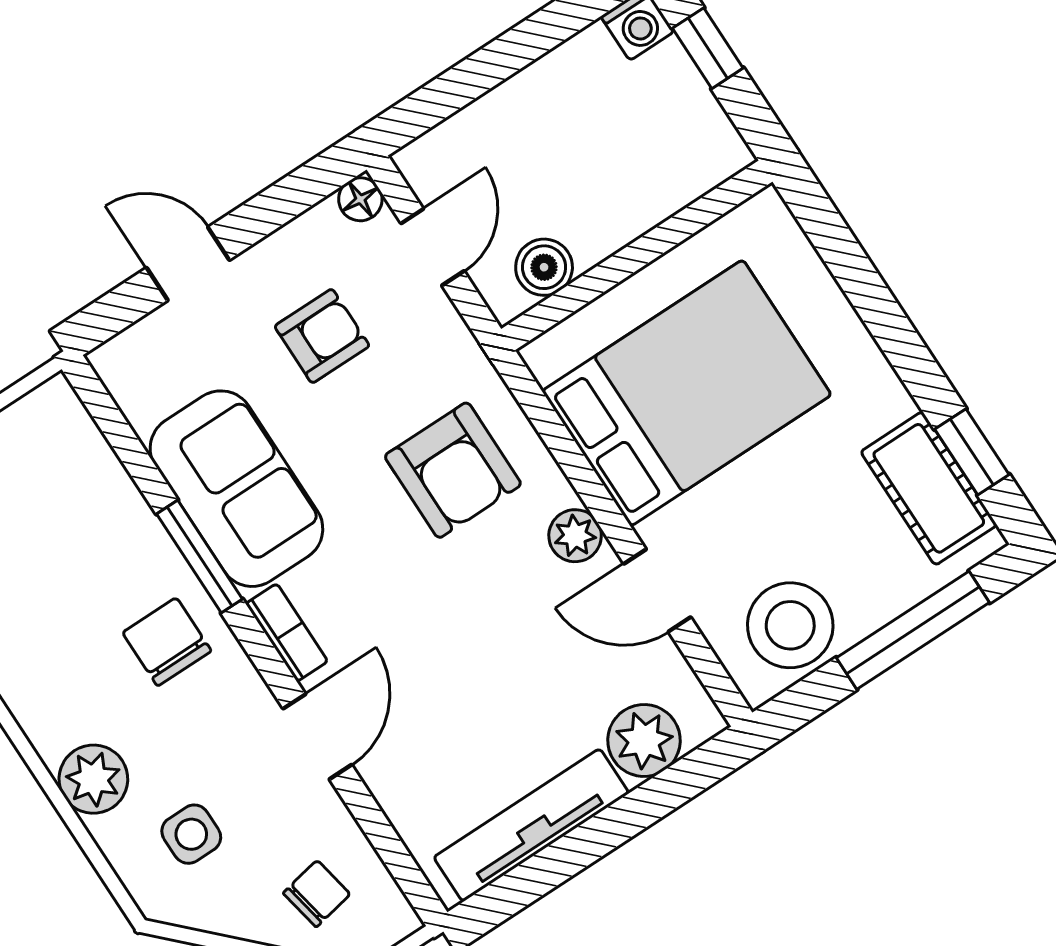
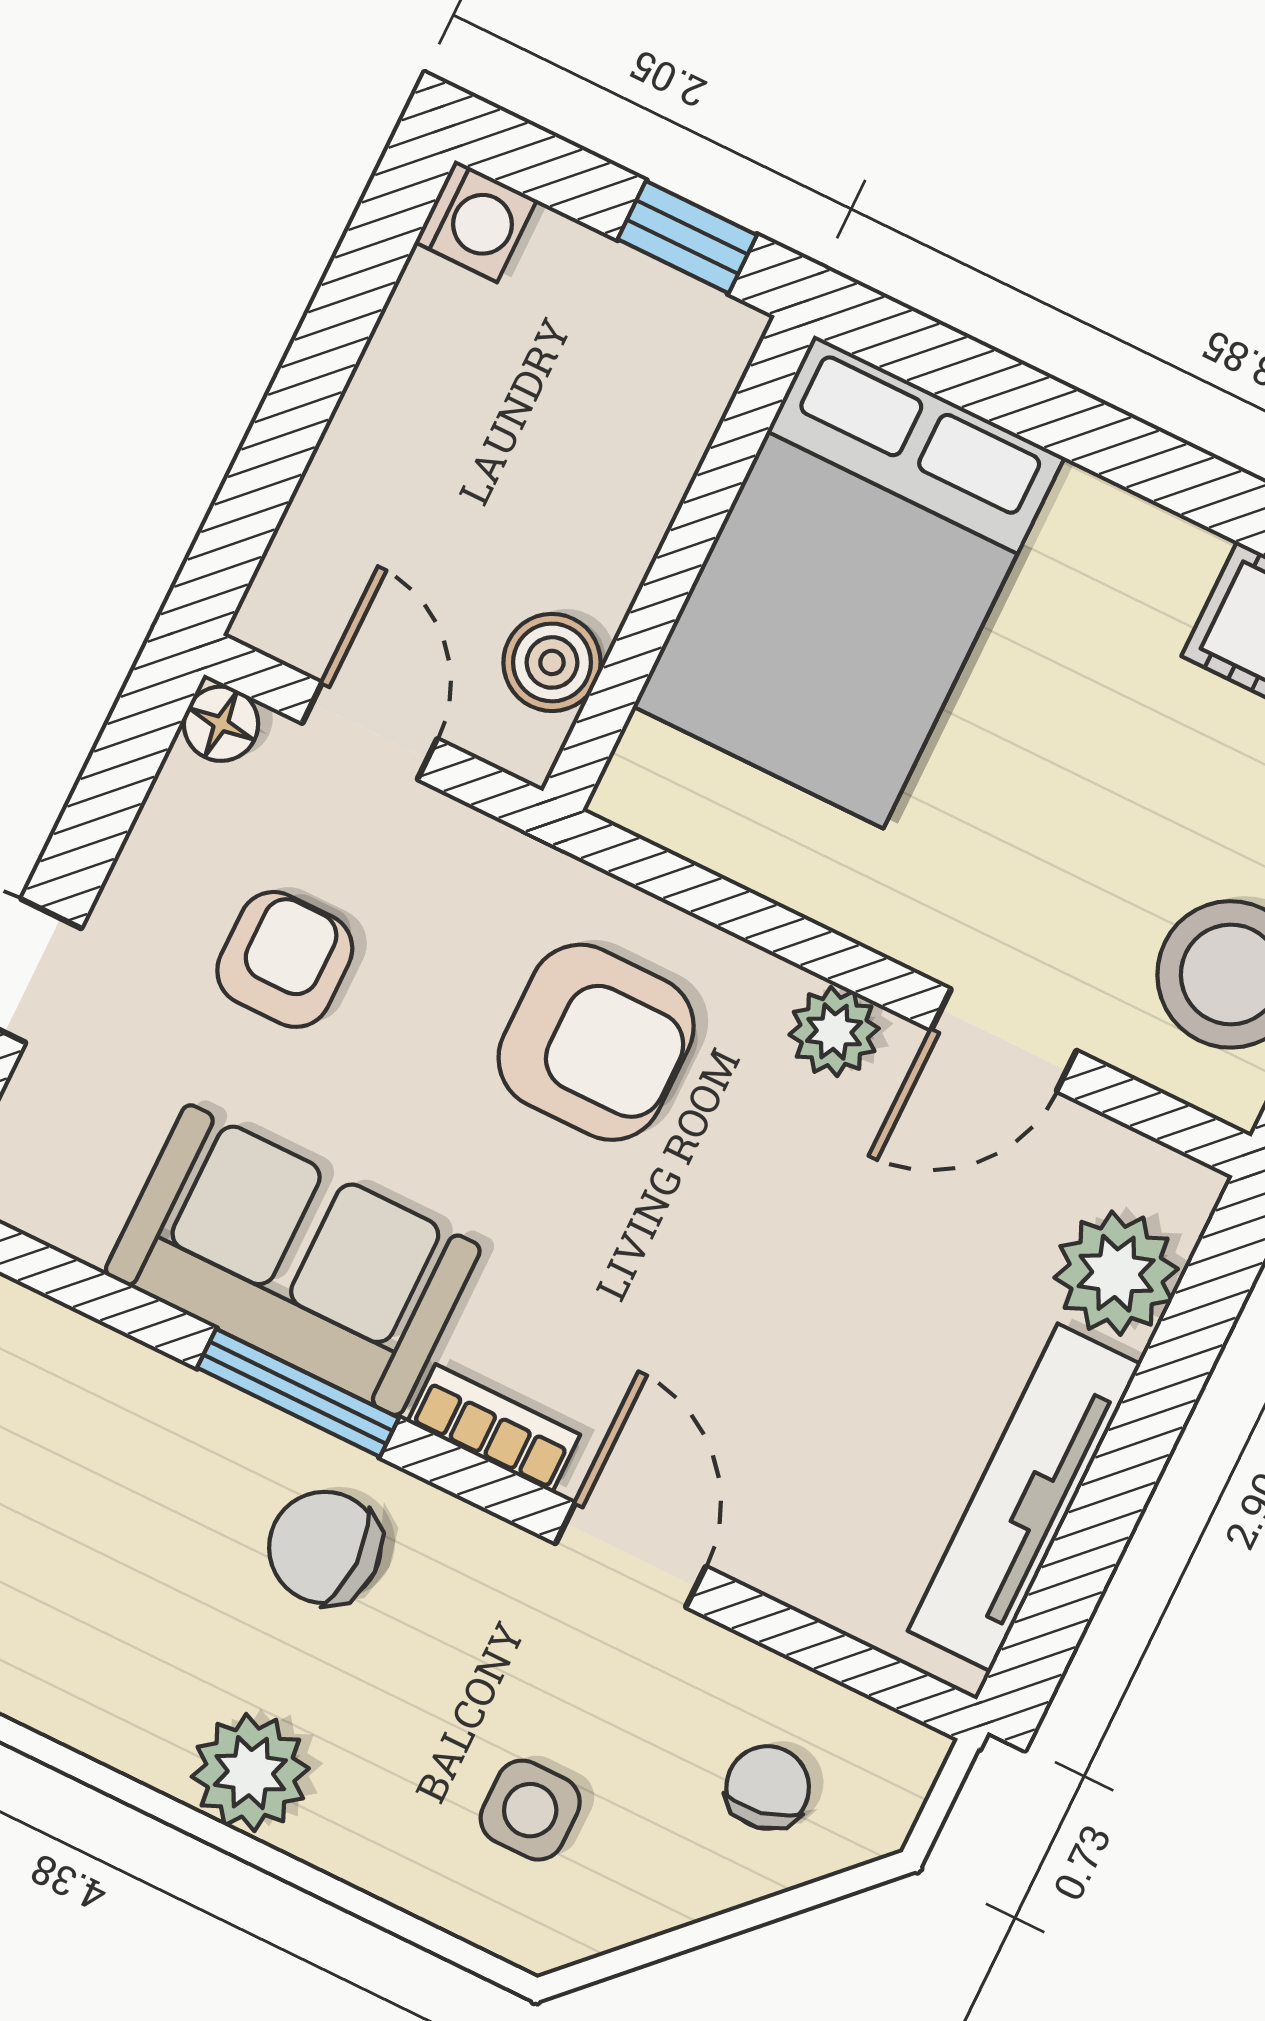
window: (708, 48) -> (687, 237), moved
bed: (687, 393) -> (849, 582), moved, turned 180
plant: (93, 779) -> (250, 1773), moved

